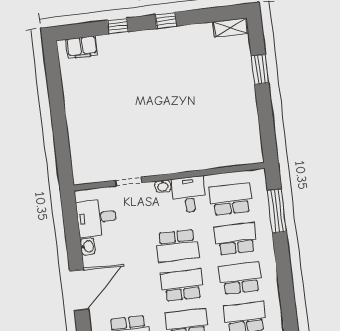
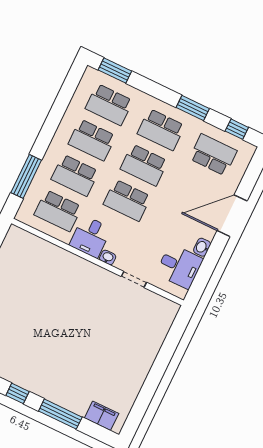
window: (118, 26) -> (60, 414), width x2.17
school desk: (177, 246) -> (127, 200), turned 180

